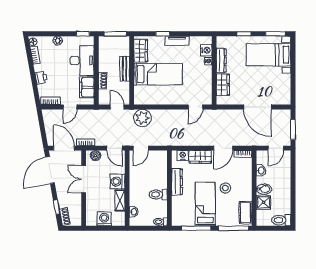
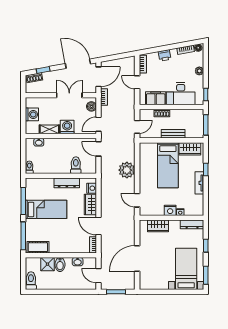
nightstand: (206, 50) -> (170, 210), moved
dresser: (221, 60) -> (192, 224), moved
plant: (142, 118) -> (127, 170), moved
stool: (225, 188) -> (61, 228), removed
toilet: (158, 195) -> (76, 165), moved

